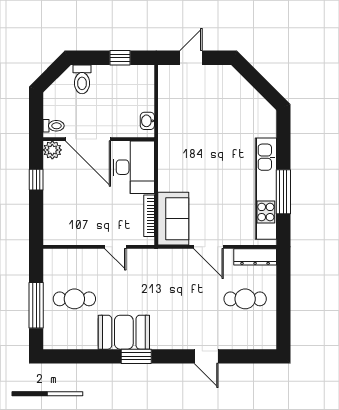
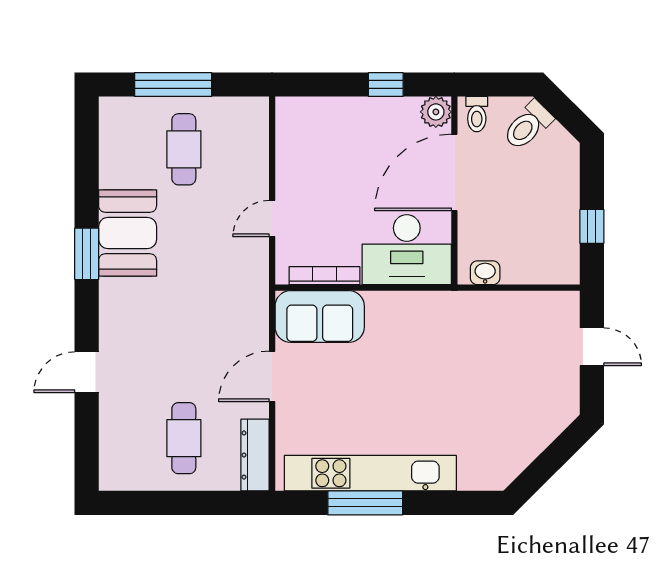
toilet: (82, 79) -> (528, 126), moved, turned -45

